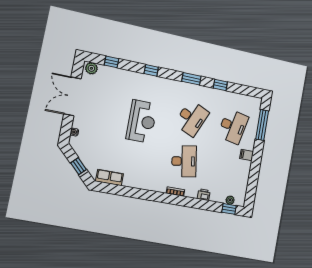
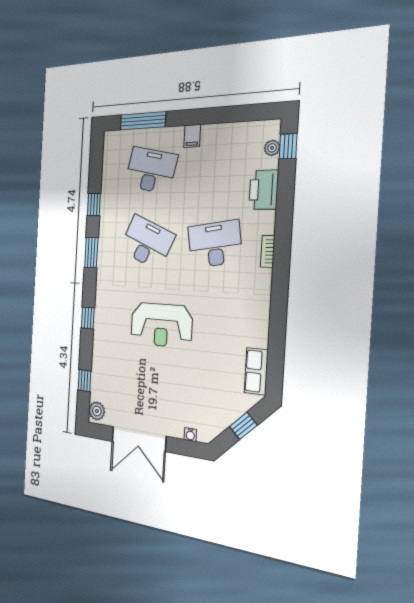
reception desk: (142, 121) -> (161, 325), turned 180
printer: (204, 195) -> (264, 190), width x1.87, depth x1.48

